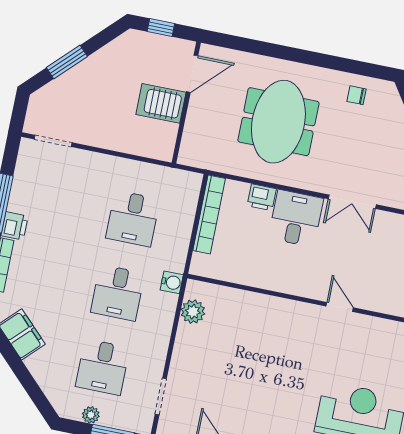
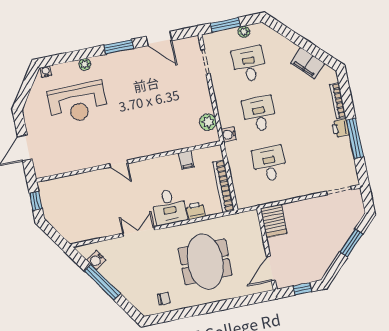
server rack: (161, 103) -> (274, 221), moved, turned 90
filing cabinet: (245, 272) -> (186, 160), added

